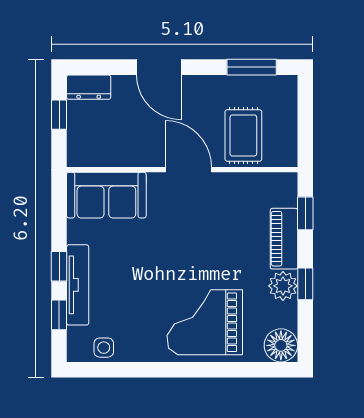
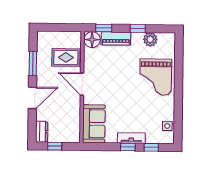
window: (252, 67) -> (33, 64), moved
door: (188, 170) -> (82, 84), hinge flipped
tv unit: (78, 285) -> (131, 138), width x0.71
plant: (283, 286) -> (150, 39), moved
floor lamp: (281, 345) -> (92, 40), moved

